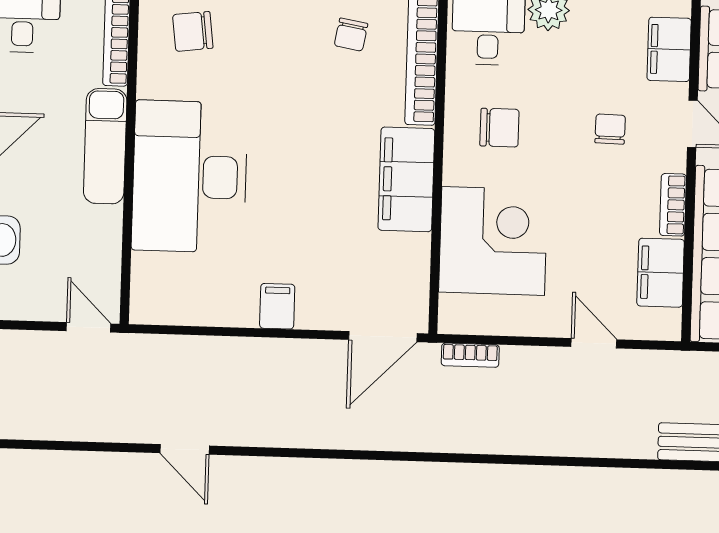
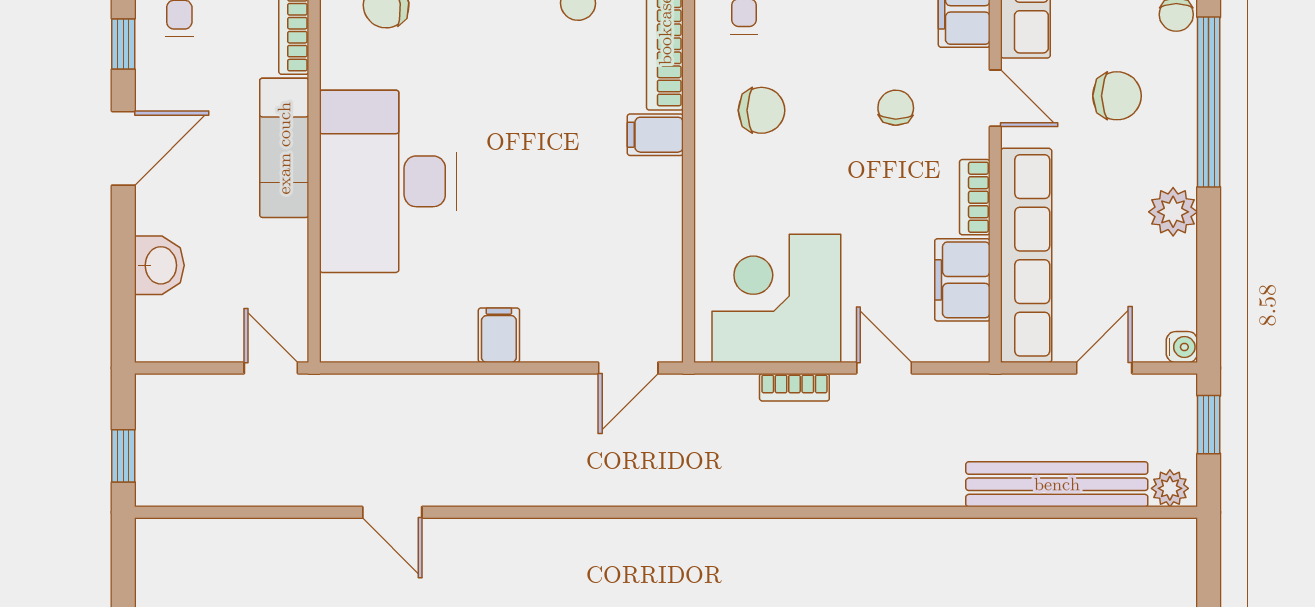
filing cabinet: (406, 179) -> (655, 135), width x0.33, depth x0.86
corner desk: (493, 241) -> (776, 298), moved, turned -90
door: (383, 337) -> (628, 368), width x0.73
bookcase: (470, 355) -> (794, 387), moved

